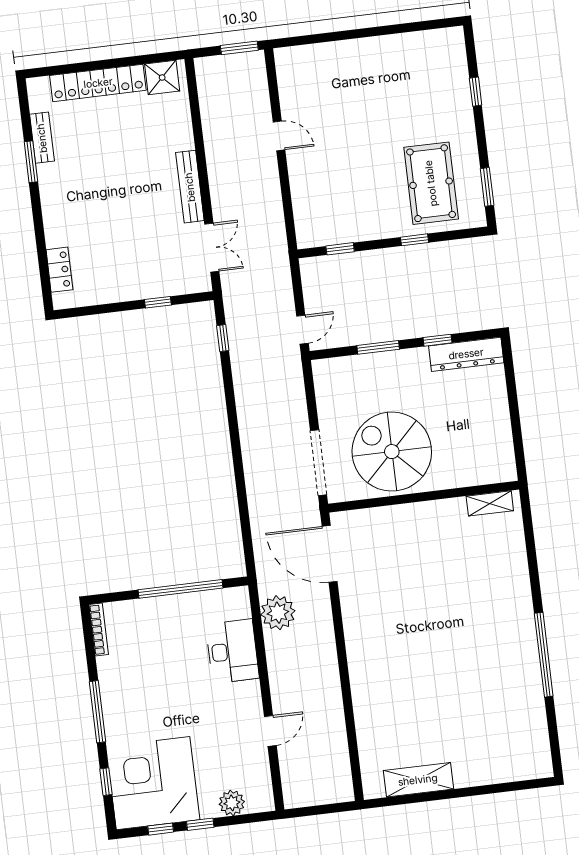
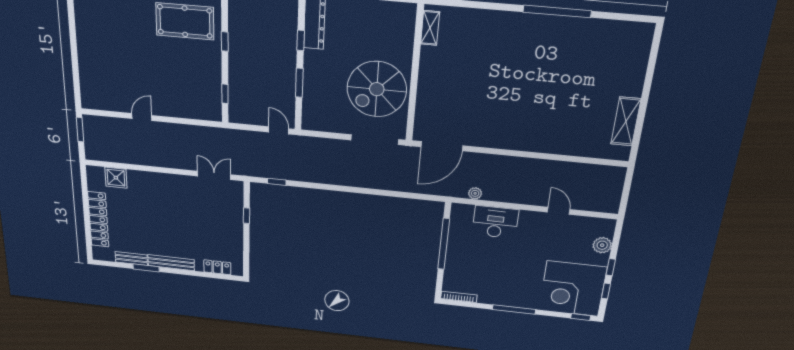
shower: (162, 78) -> (116, 178), moved
bench: (190, 187) -> (171, 263), moved
plant: (278, 613) -> (475, 193), width x0.53, depth x0.53
window: (106, 782) -> (581, 317), moved

